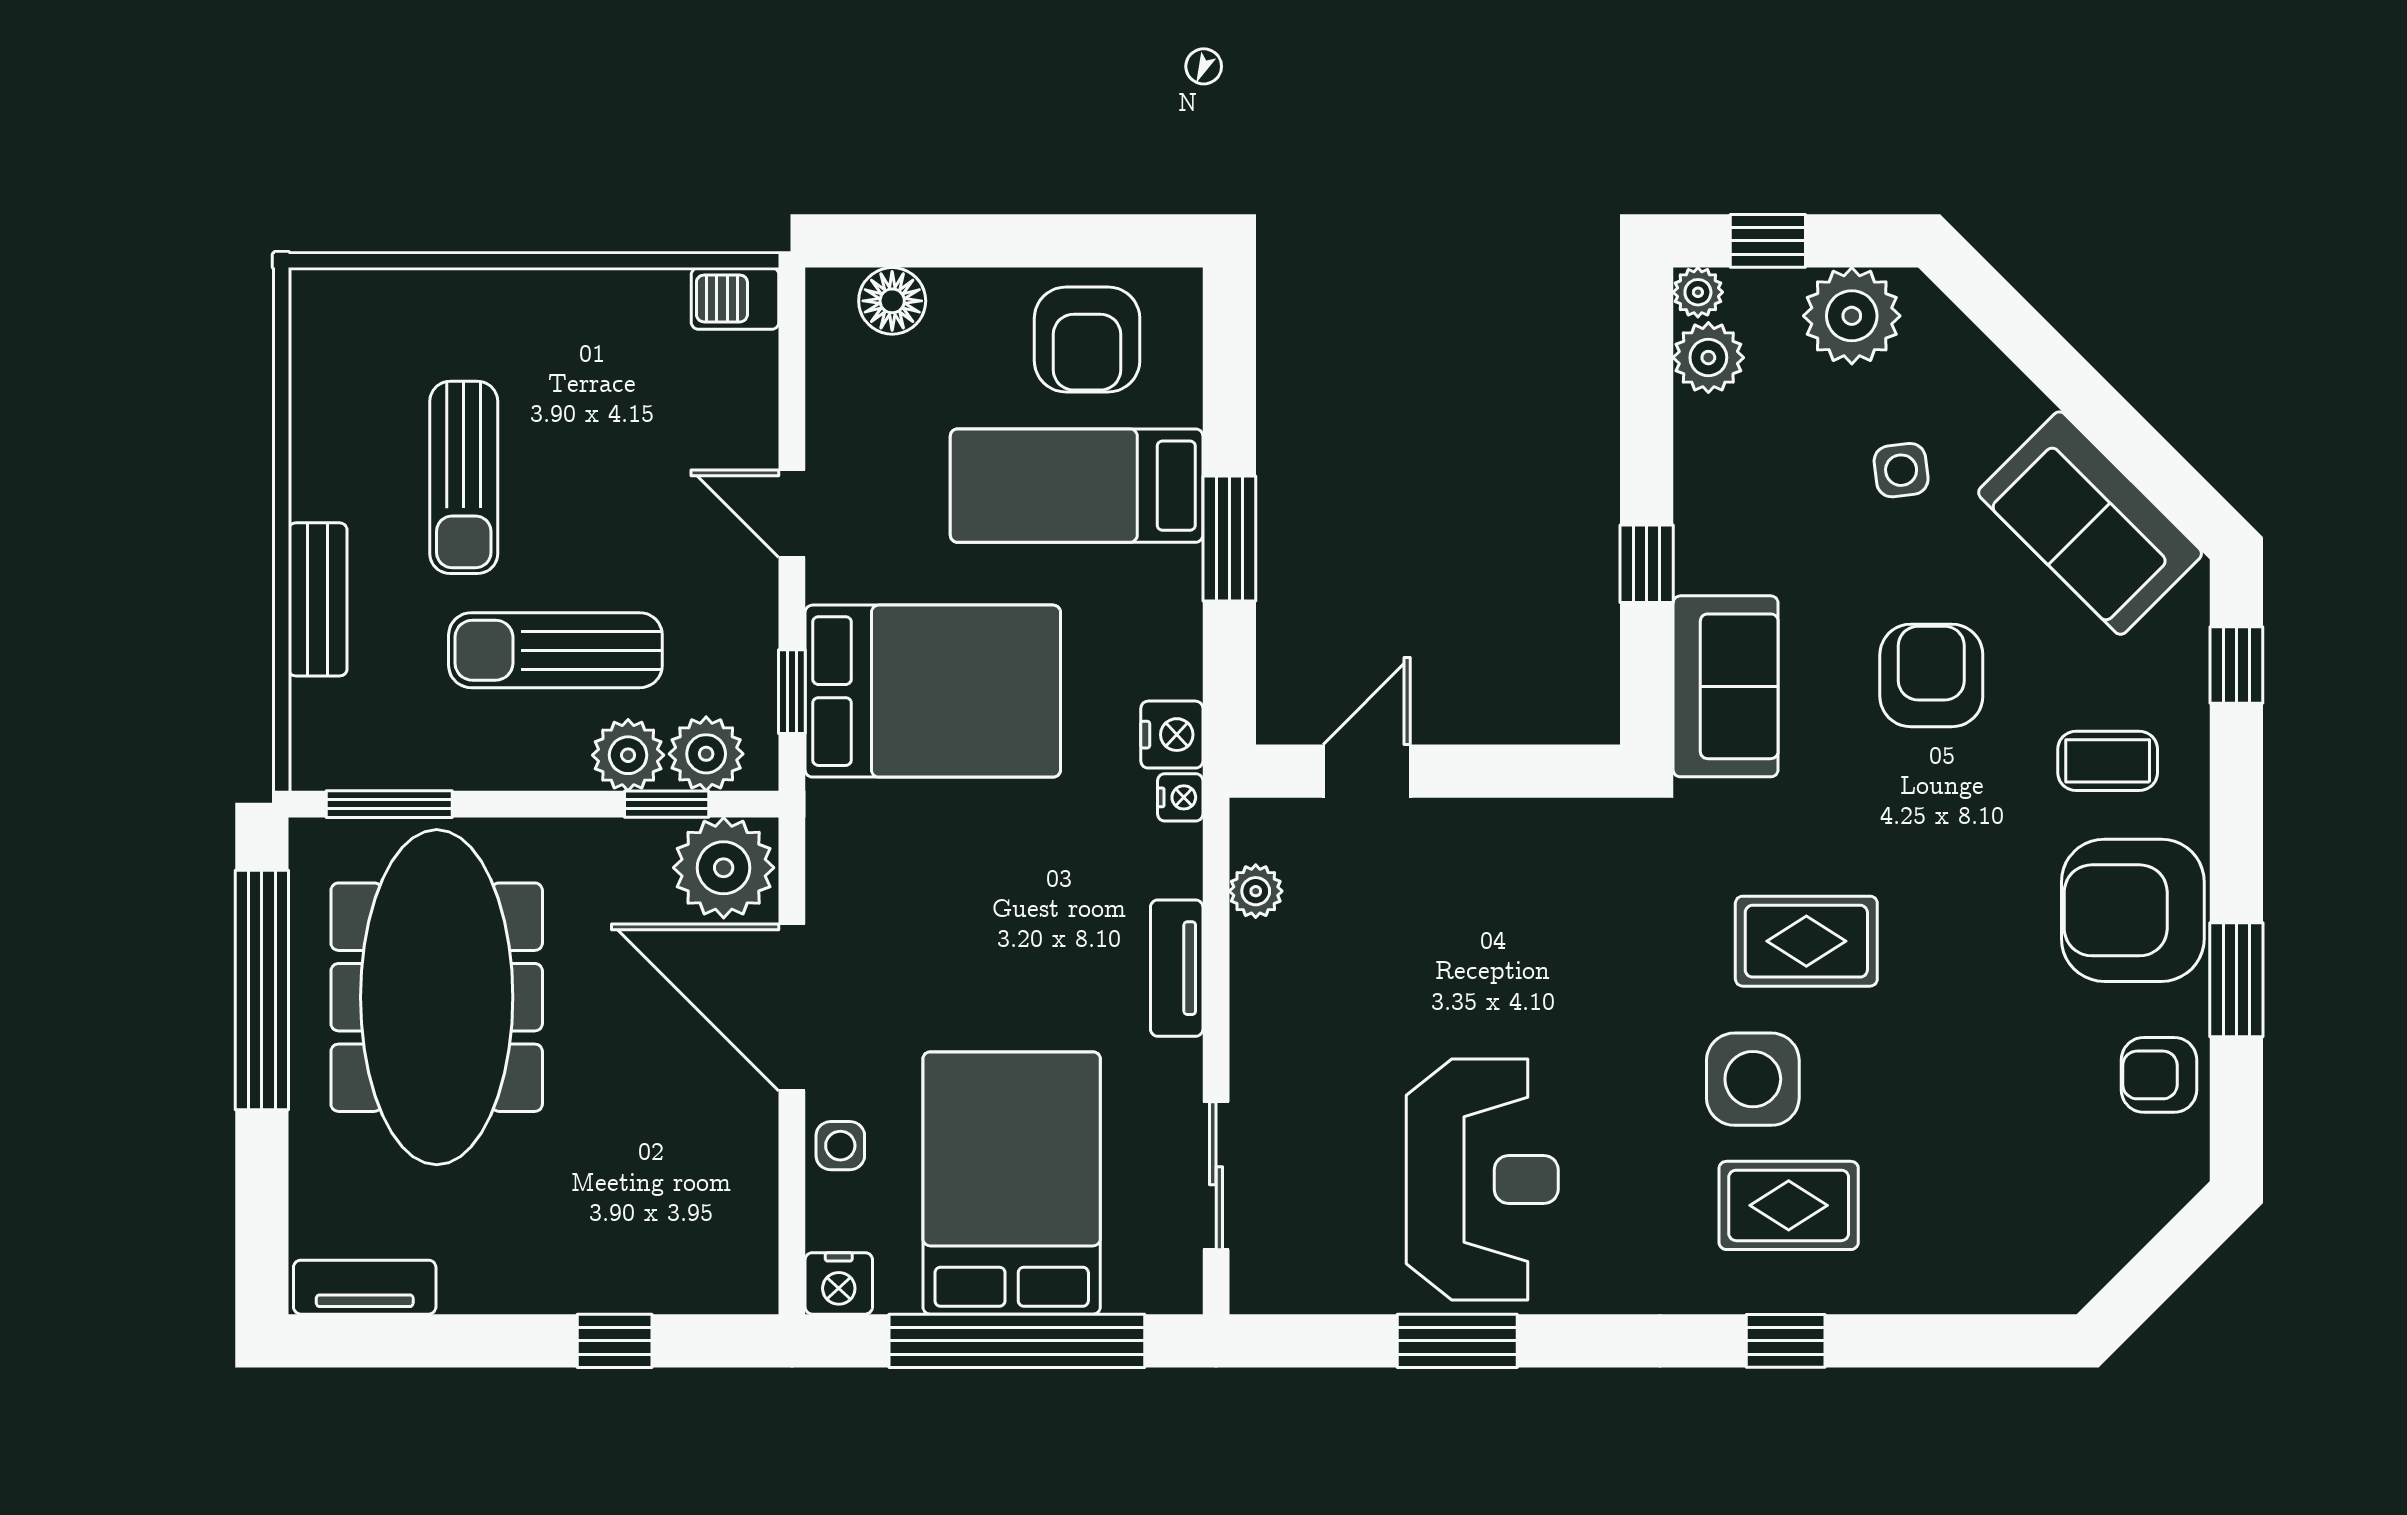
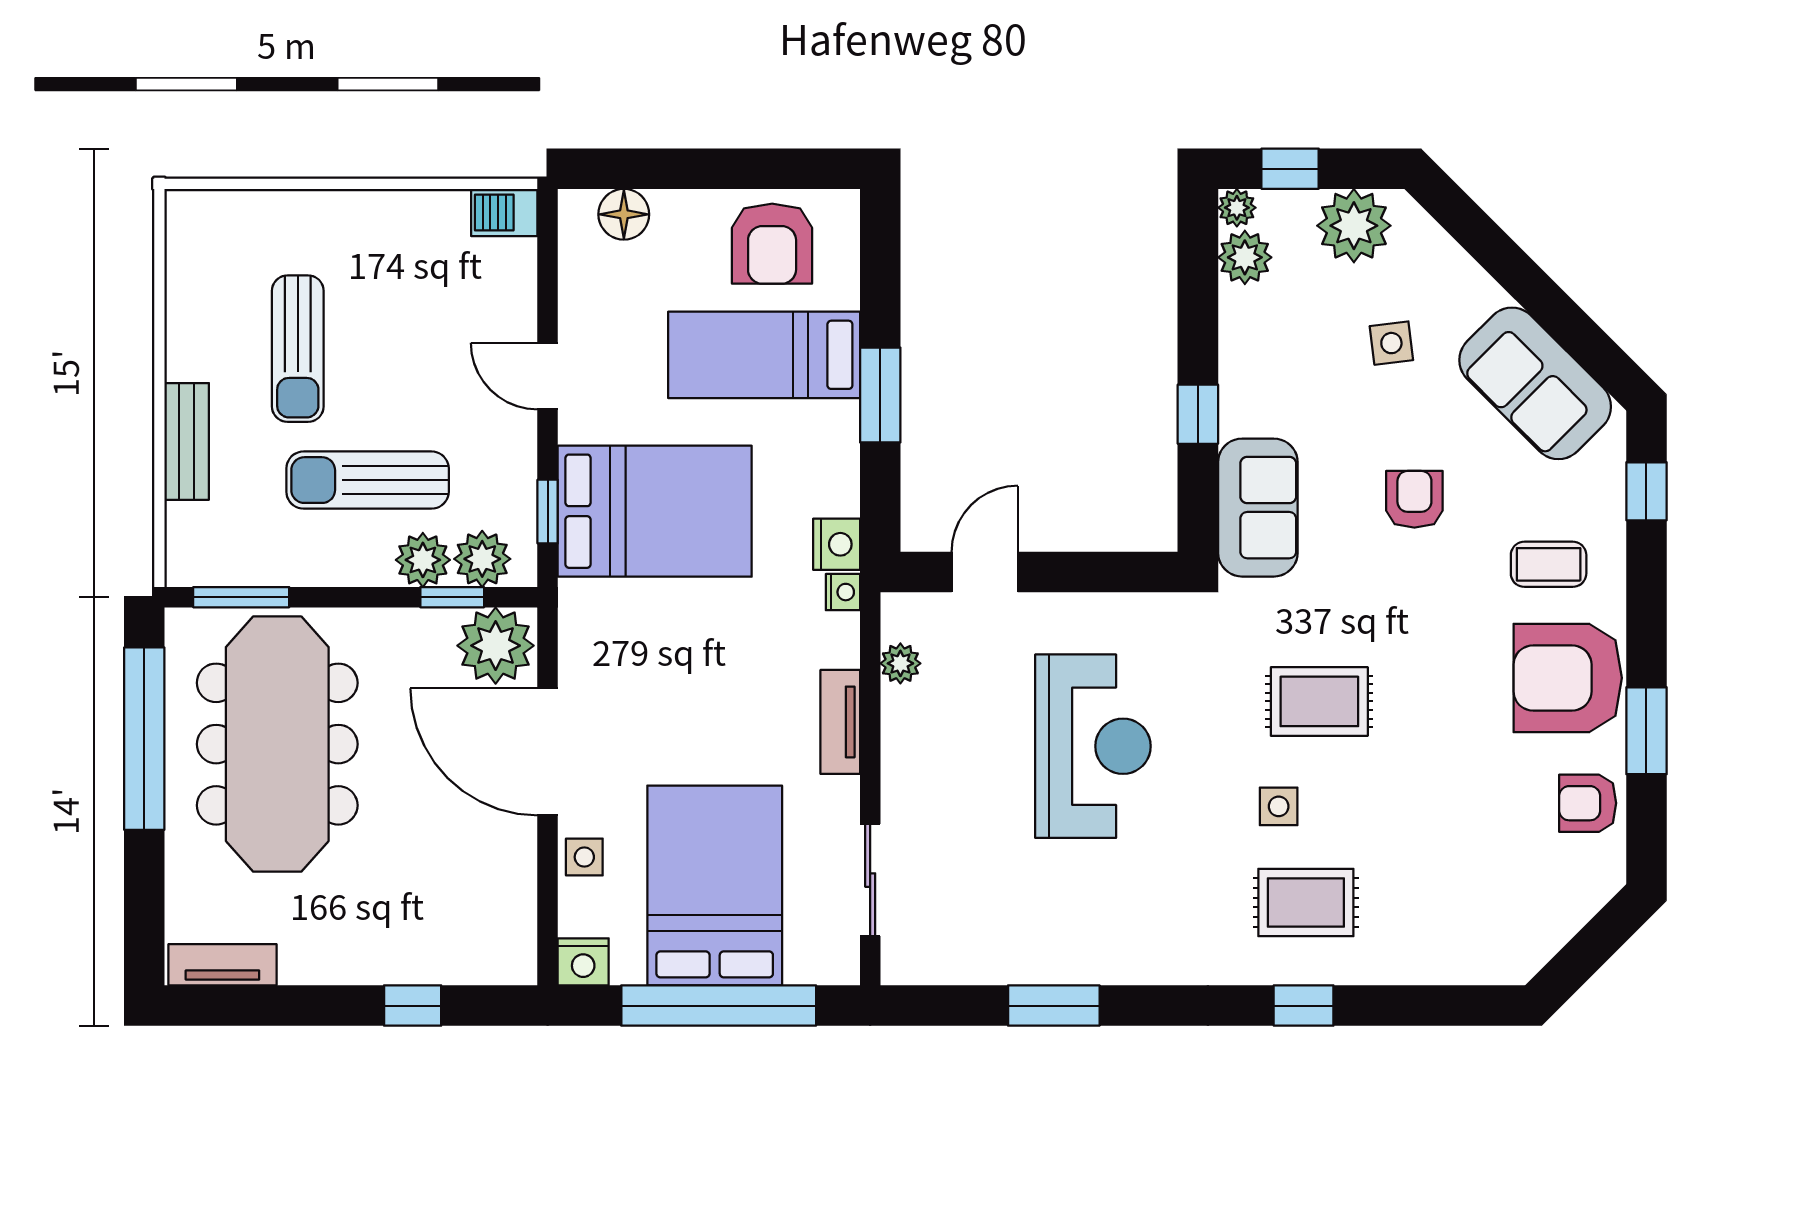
armchair: (1931, 675) -> (1414, 499), width x0.72, depth x0.72
side table: (1753, 1079) -> (1279, 806), width x0.54, depth x0.54
reception desk: (1482, 1179) -> (1093, 746), moved

